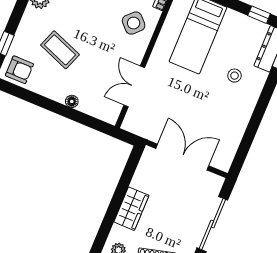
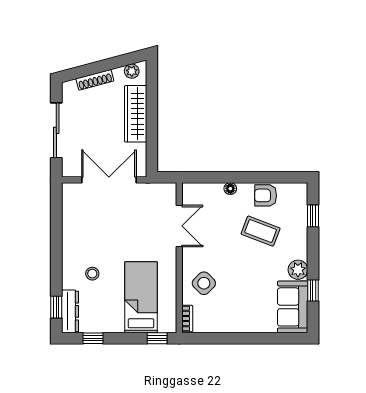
armchair: (19, 70) -> (266, 195), moved
double door: (182, 157) -> (109, 180), swing flipped
wardrobe: (131, 209) -> (136, 114), width x1.50

